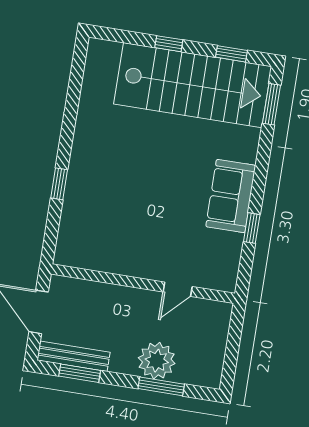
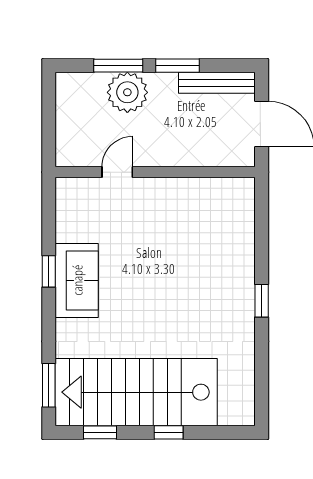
window: (59, 184) -> (262, 301), moved
window: (252, 228) -> (49, 271), moved
window: (80, 373) -> (177, 66), moved

